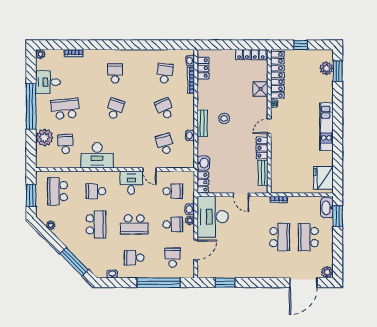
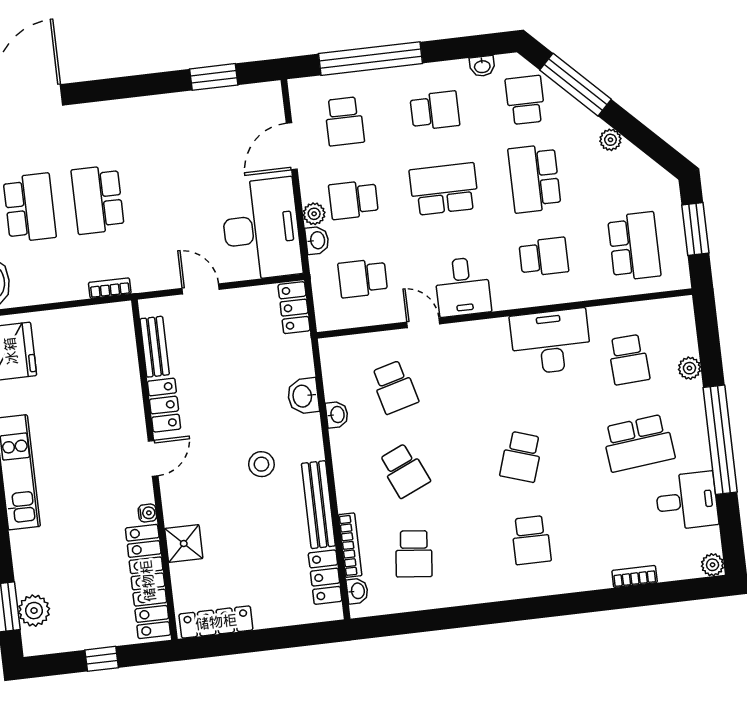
bench: (202, 123) -> (318, 505), moved, width x1.36
plant: (45, 138) -> (689, 368), width x0.53, depth x0.53
washbasin: (203, 163) -> (303, 396), moved
plant: (51, 225) -> (610, 140), moved
school desk: (96, 258) -> (525, 100), added

